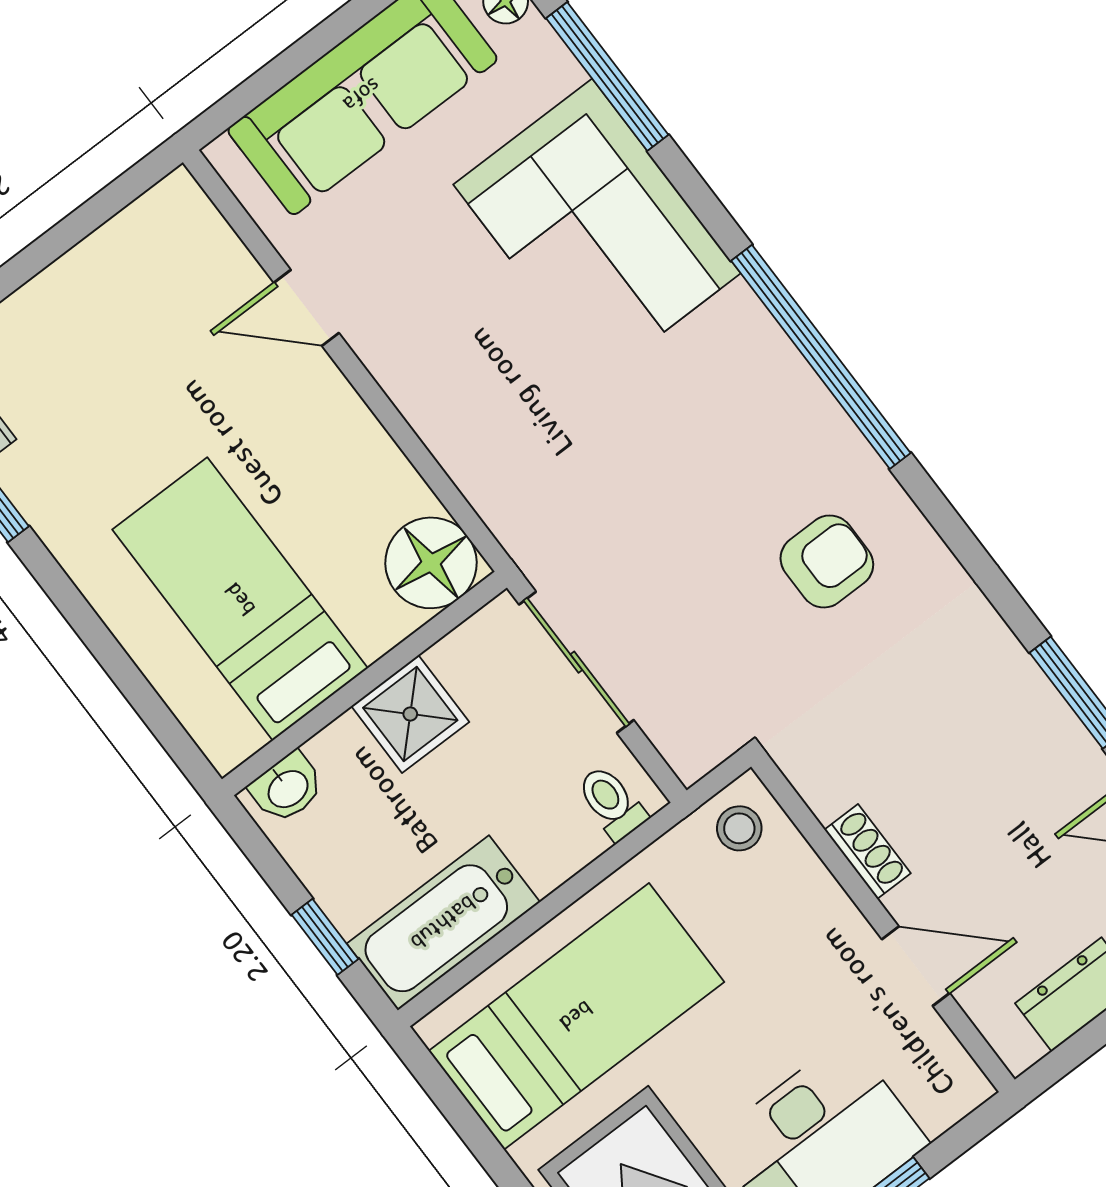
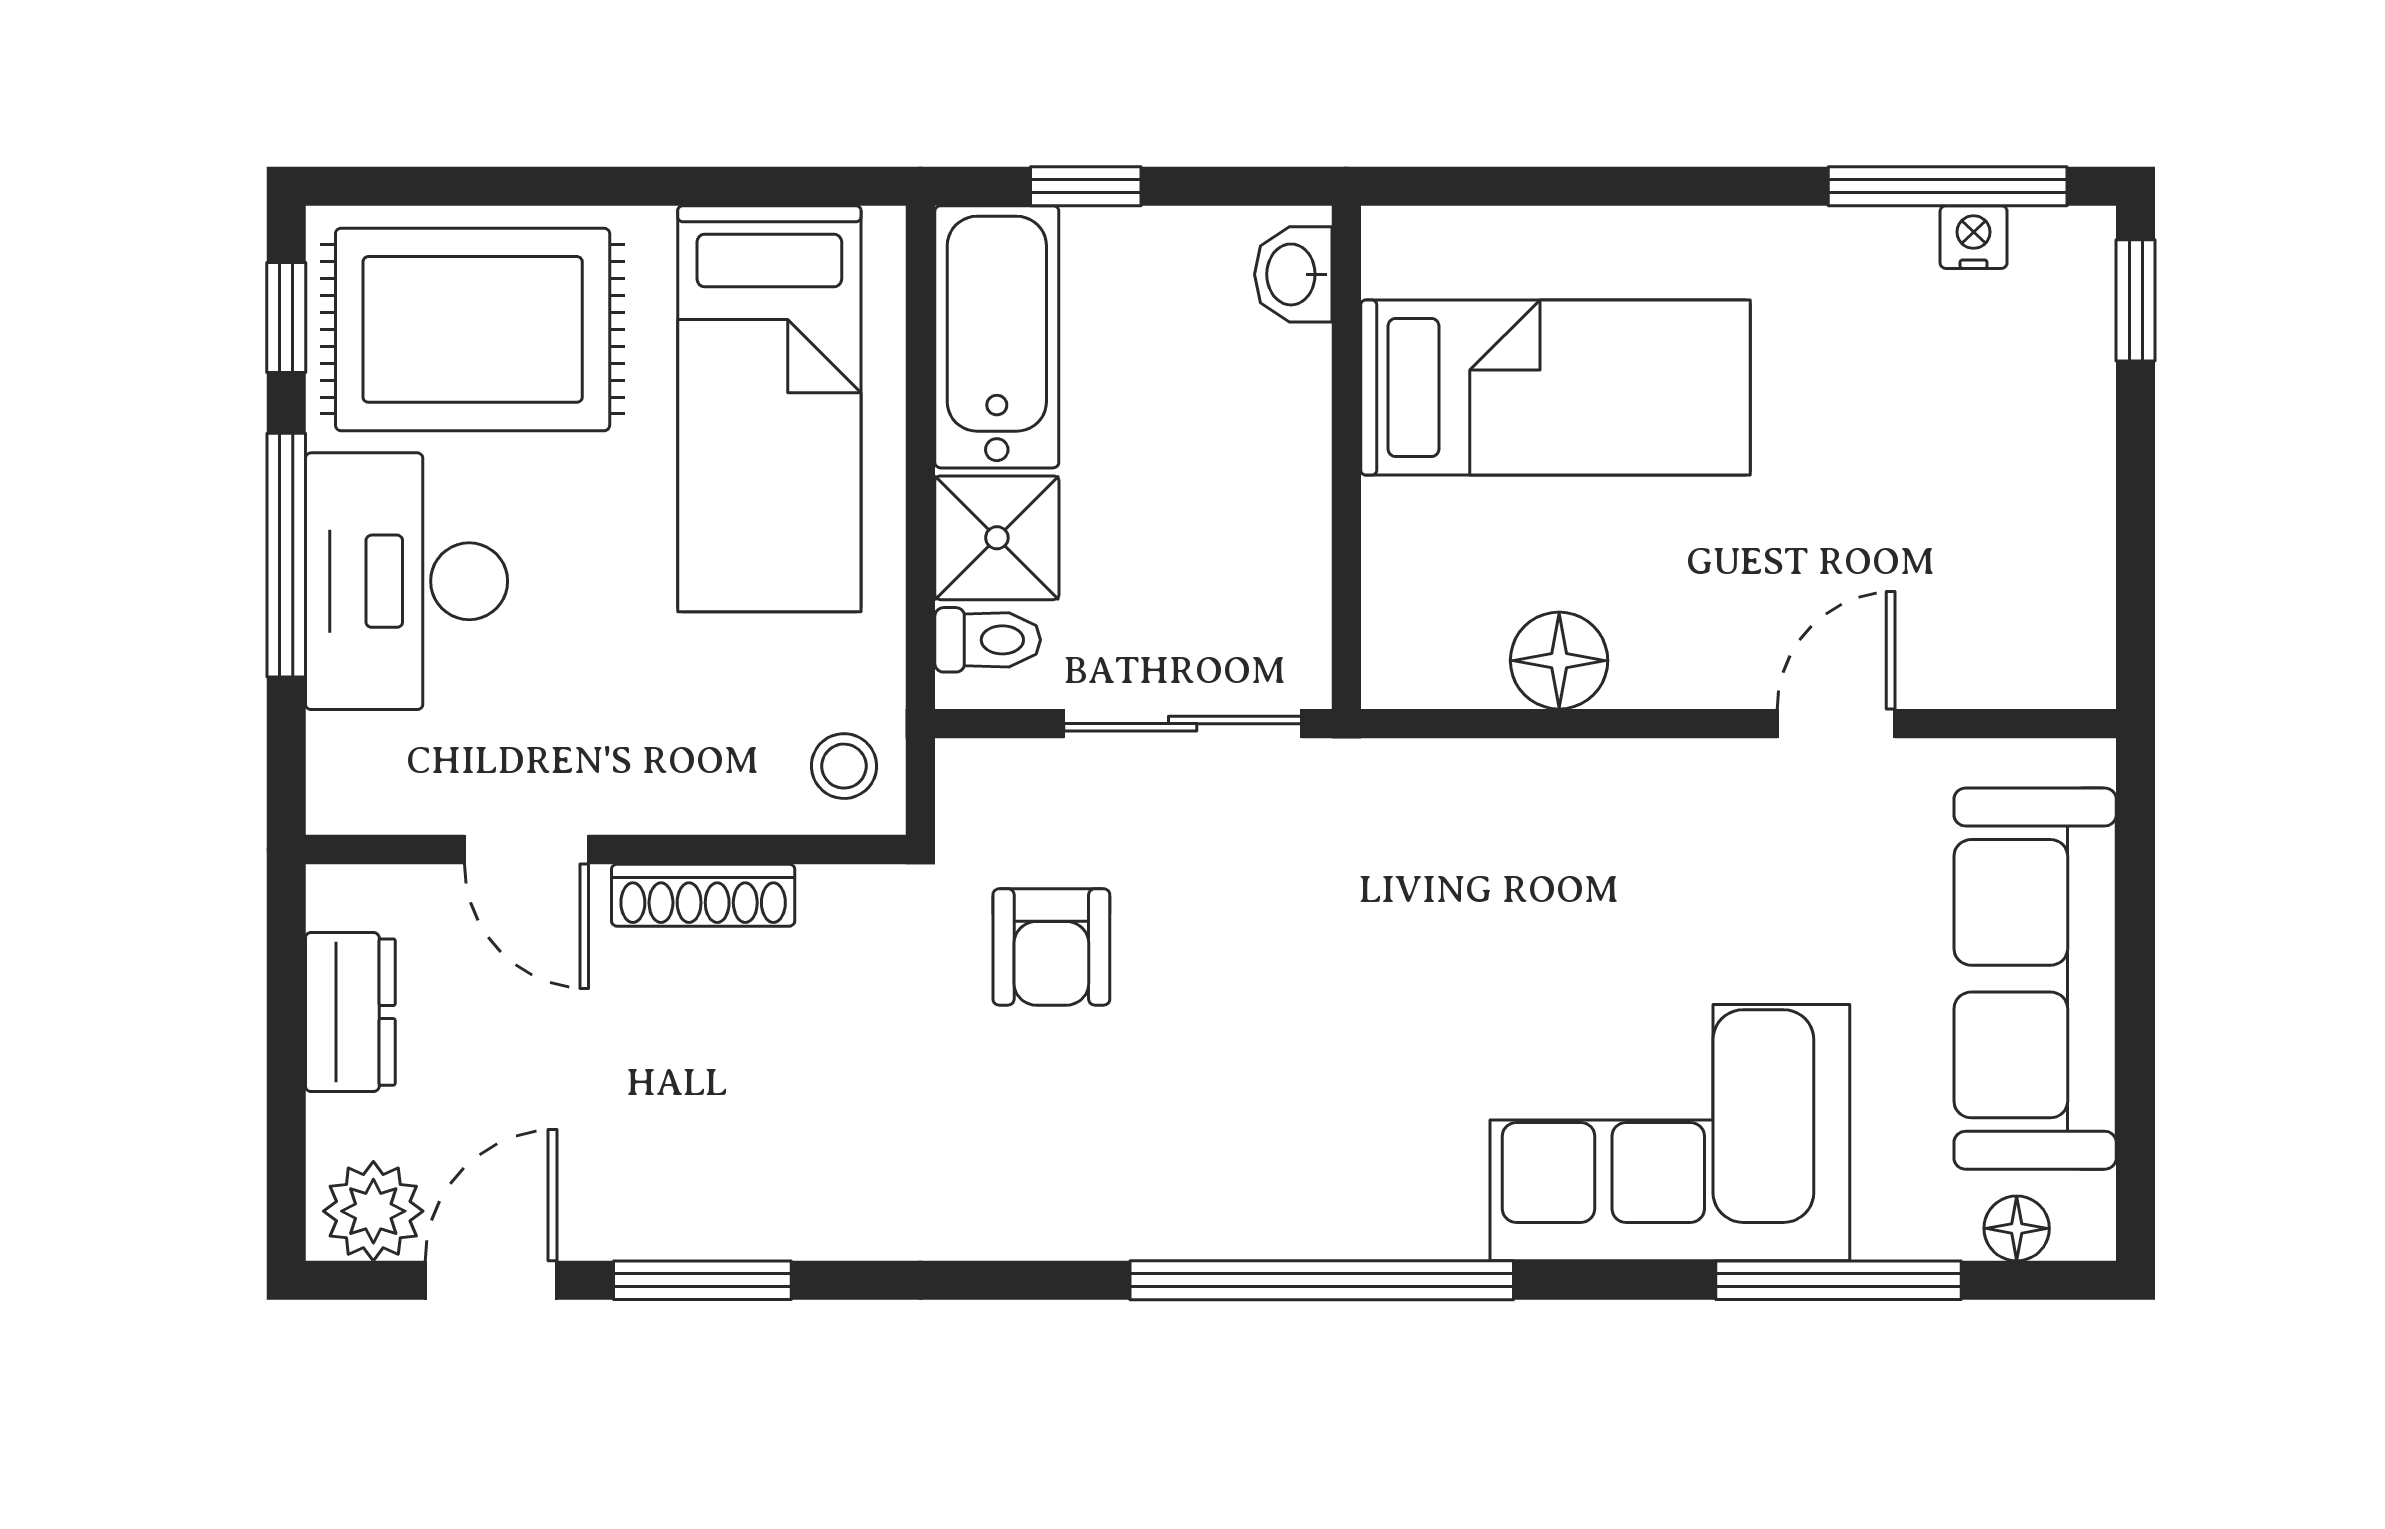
armchair: (827, 561) -> (1051, 947), moved
floor lamp: (431, 563) -> (1559, 661), moved, width x0.73, depth x0.73
shower: (410, 714) -> (997, 538), moved
shoe rack: (868, 851) -> (703, 895), width x1.43
door: (916, 966) -> (526, 849), hinge flipped

